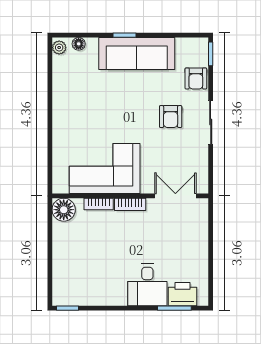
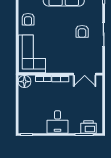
armchair: (196, 78) -> (28, 19), moved
corner sofa: (105, 169) -> (32, 54), moved, turned 90
double door: (175, 196) -> (85, 74), swing flipped
desk: (147, 285) -> (58, 122), moved

